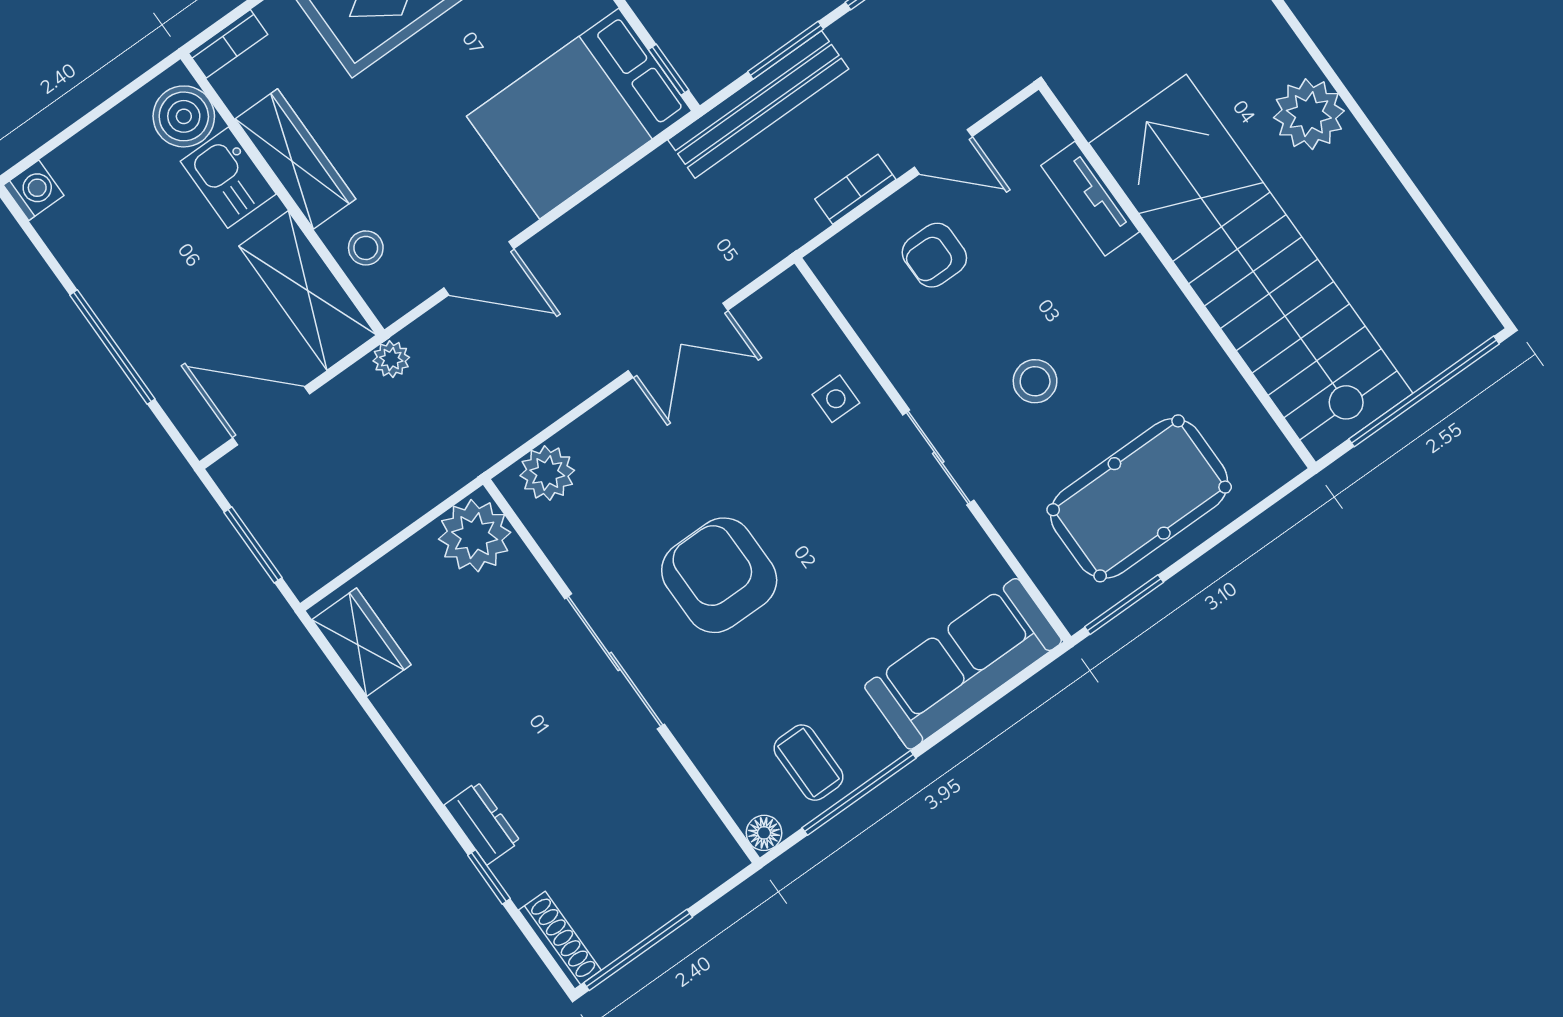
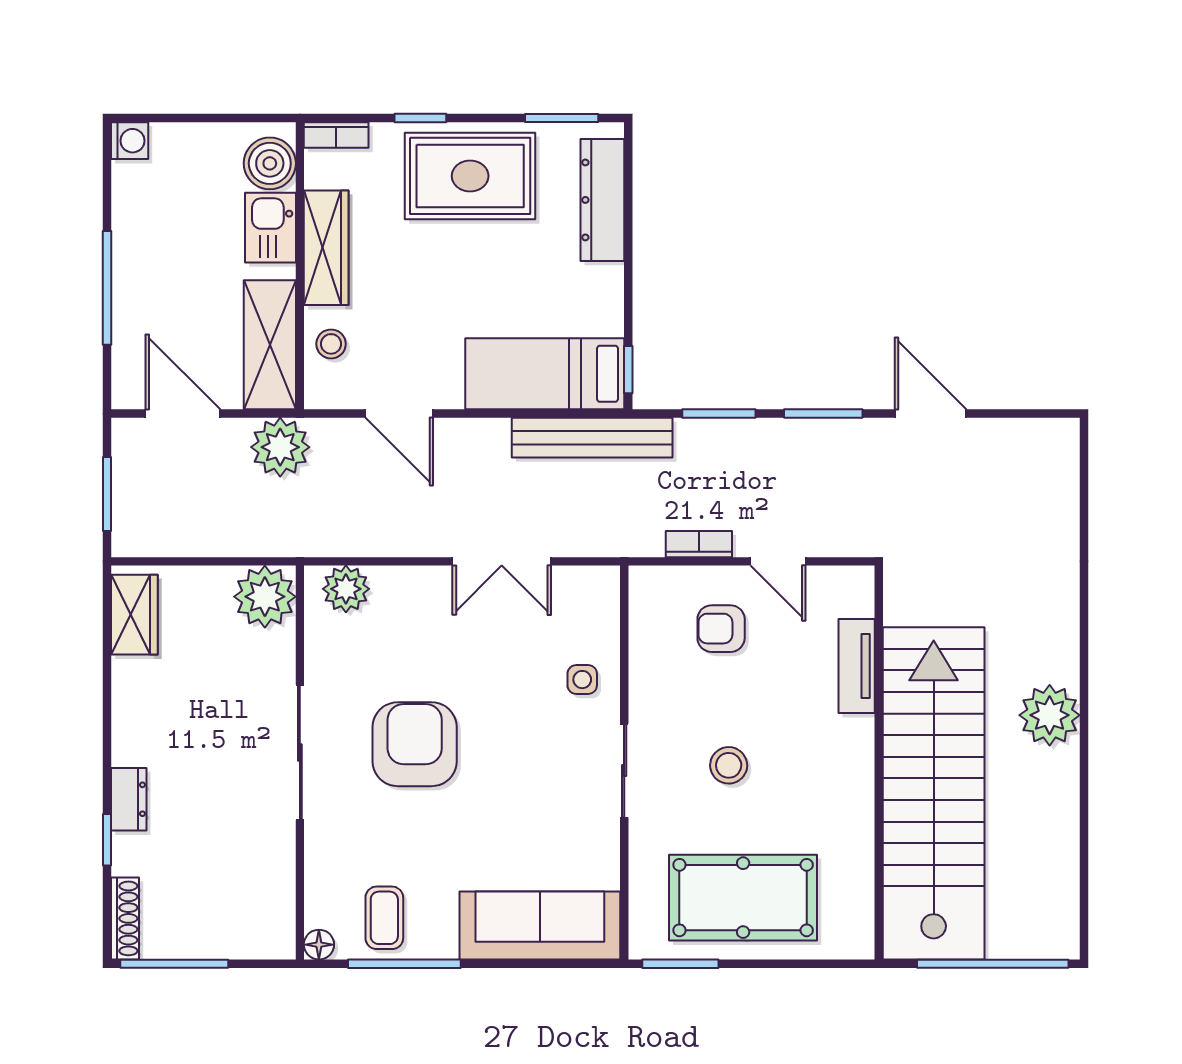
bench: (758, 104) -> (592, 438), moved
bed: (579, 114) -> (545, 374), width x0.67
plant: (391, 359) -> (280, 447), width x1.88, depth x1.88

